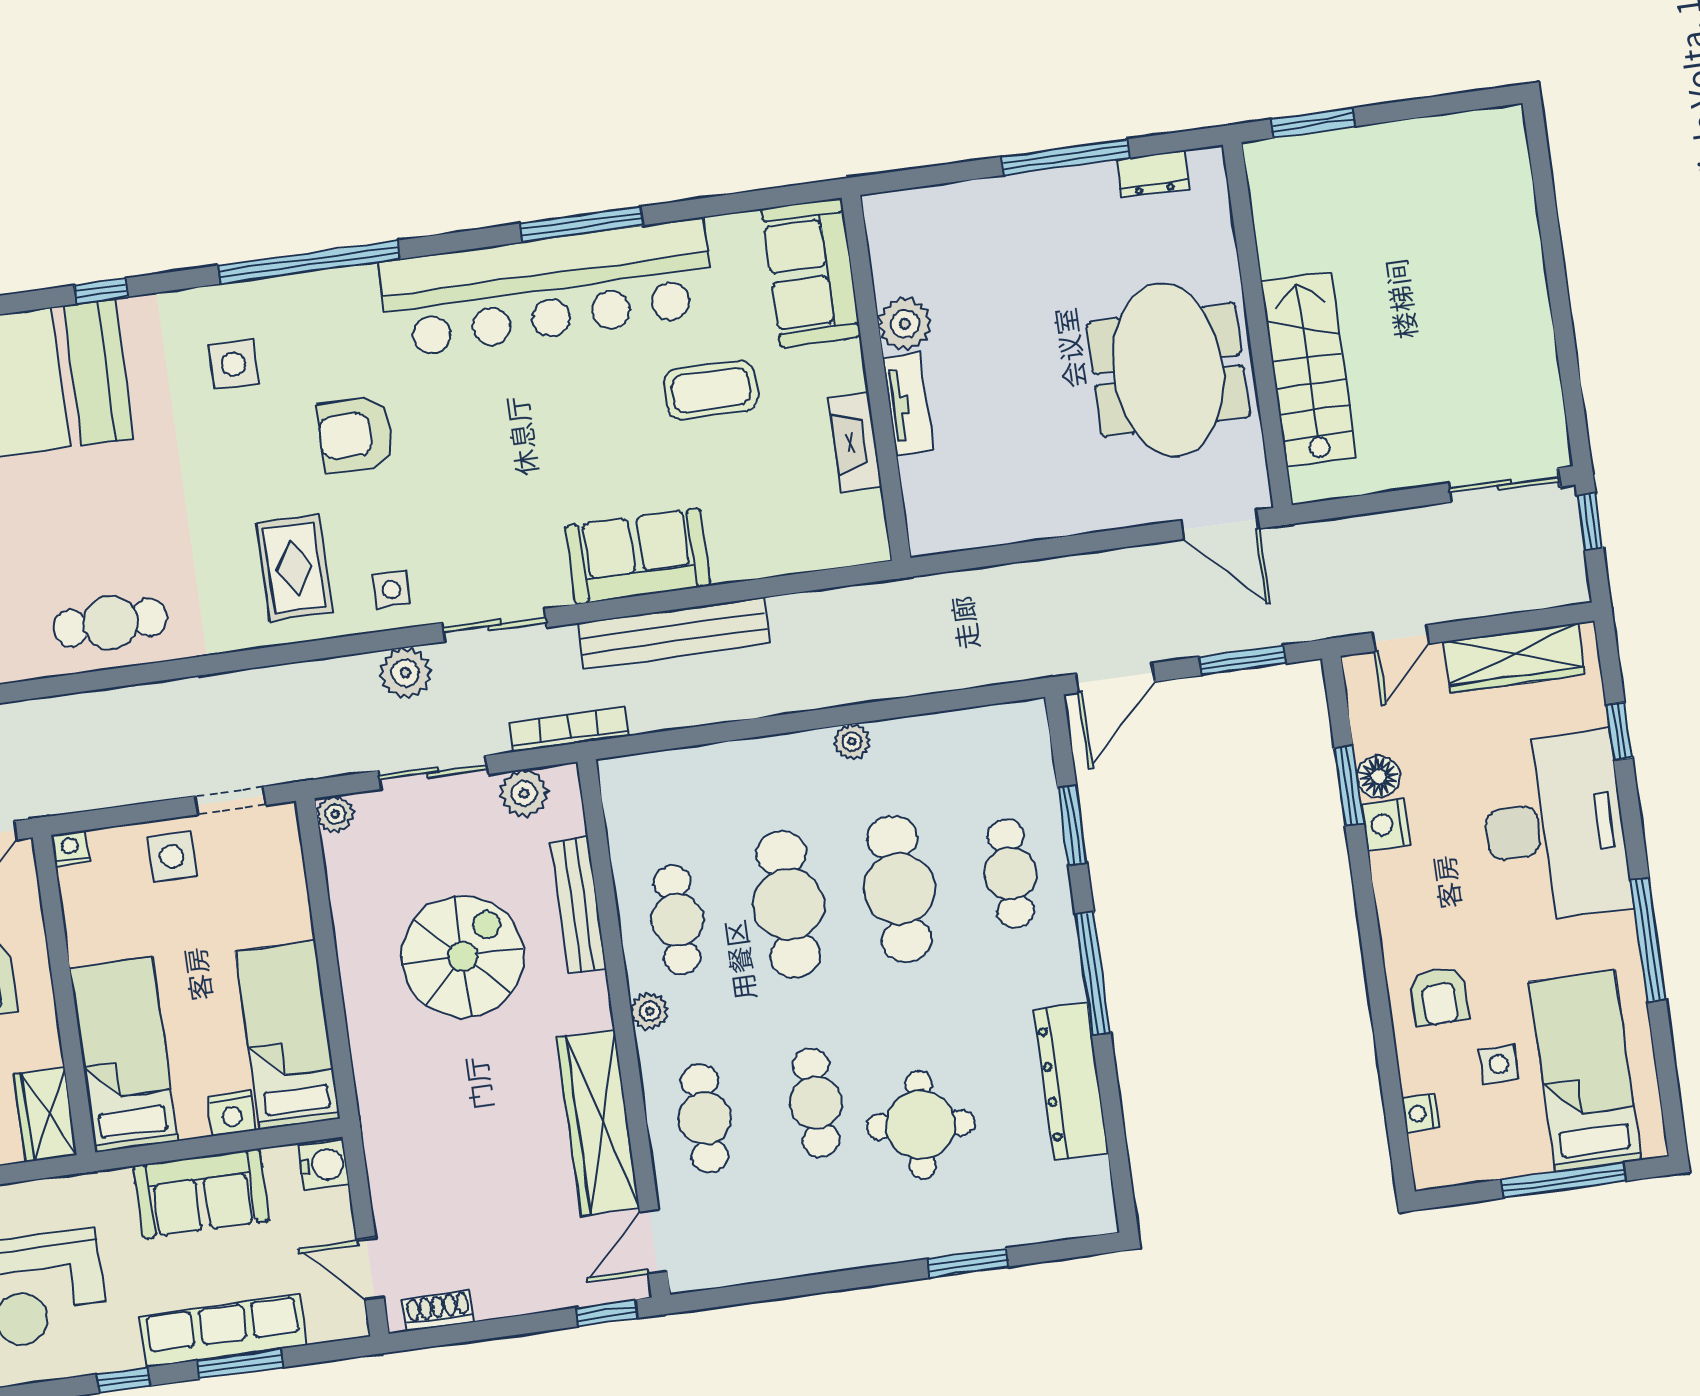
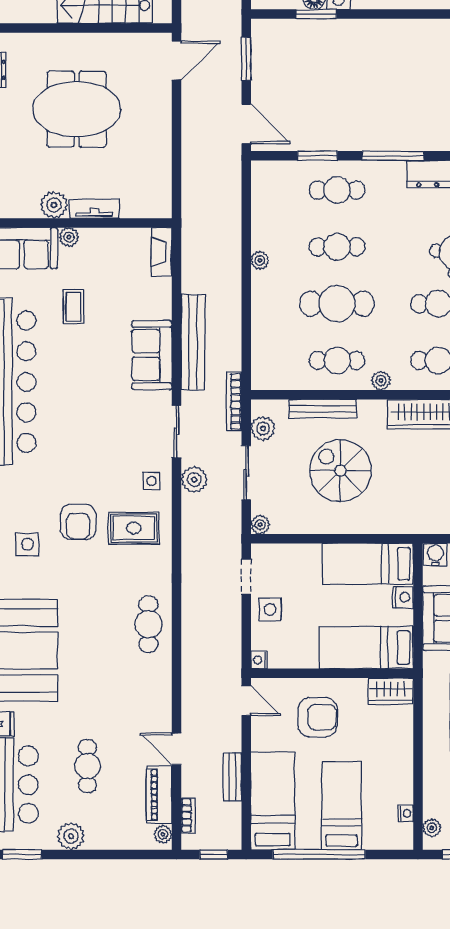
plant: (845, 362) -> (69, 237), added
meeting table: (1168, 370) -> (77, 109), moved
coffee table: (711, 390) -> (74, 307), width x0.73, depth x0.77
armchair: (355, 435) -> (78, 522), moved
fireplace: (855, 442) -> (162, 252), moved, turned 90
cafe table: (899, 889) -> (337, 247), width x0.73, depth x0.74

